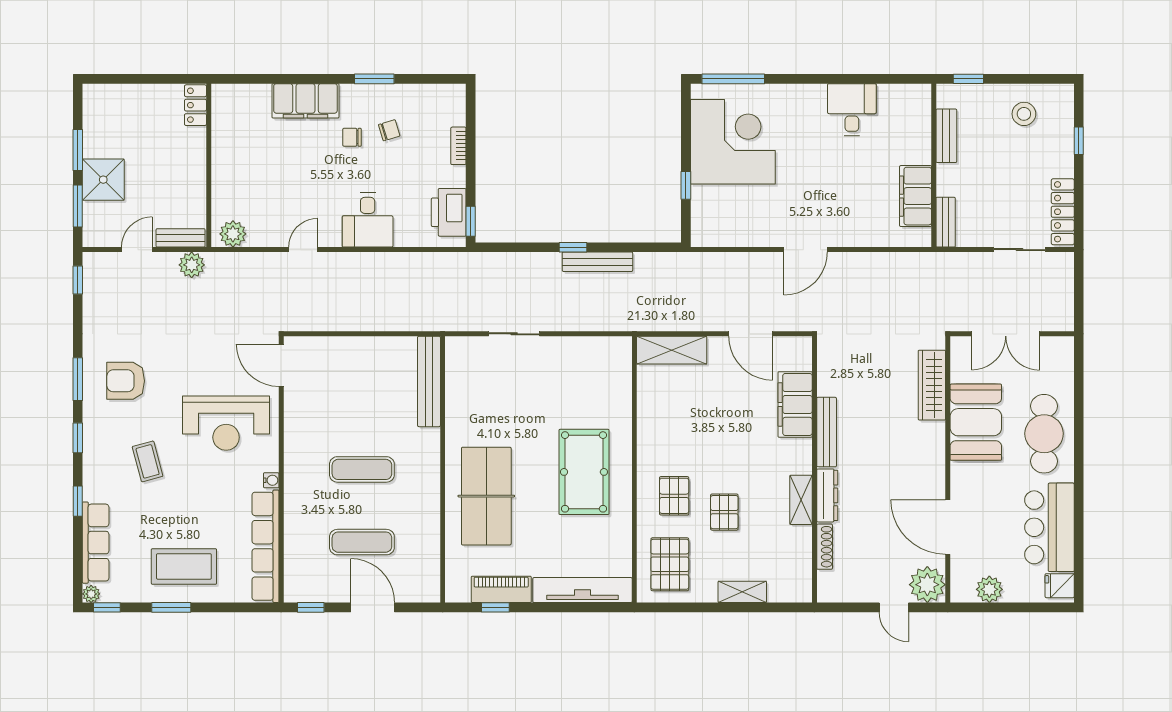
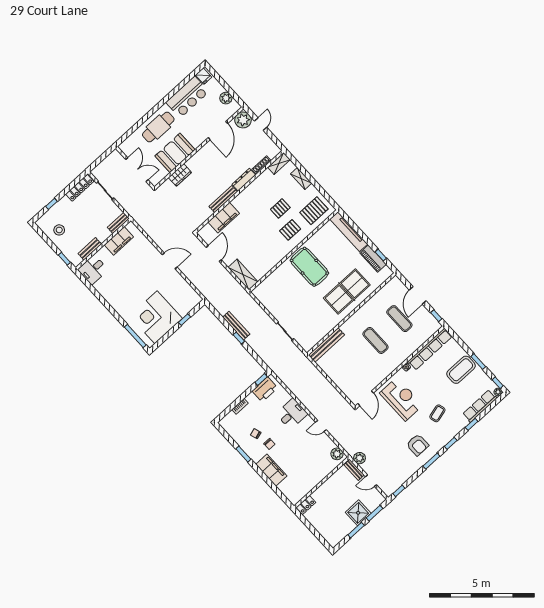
desk: (852, 110) -> (93, 270), moved
wardrobe: (932, 385) -> (180, 175), width x0.67
pool table: (584, 472) -> (309, 267), turned 90
shelving: (801, 500) -> (279, 163), moved
coffee table: (184, 566) -> (461, 370), turned 90

